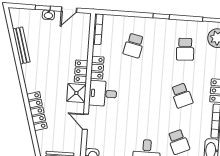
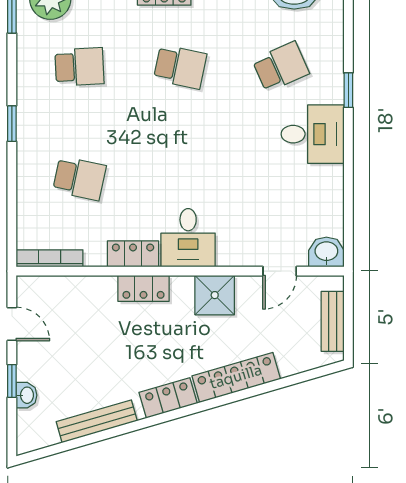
washbasin: (48, 15) -> (26, 395), moved
locker: (30, 79) -> (168, 398), added
shower: (76, 93) -> (215, 295), moved
school desk: (182, 96) -> (180, 67), turned 36
door: (85, 122) -> (280, 271), moved

